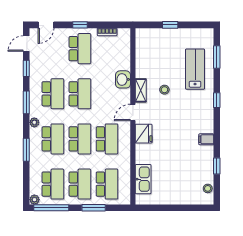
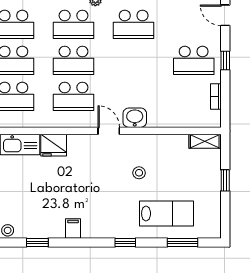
washbasin: (123, 79) -> (135, 118), moved
shelving: (141, 90) -> (205, 141), moved
school desk: (80, 94) -> (134, 60), removed
fridge: (144, 134) -> (54, 145), moved

